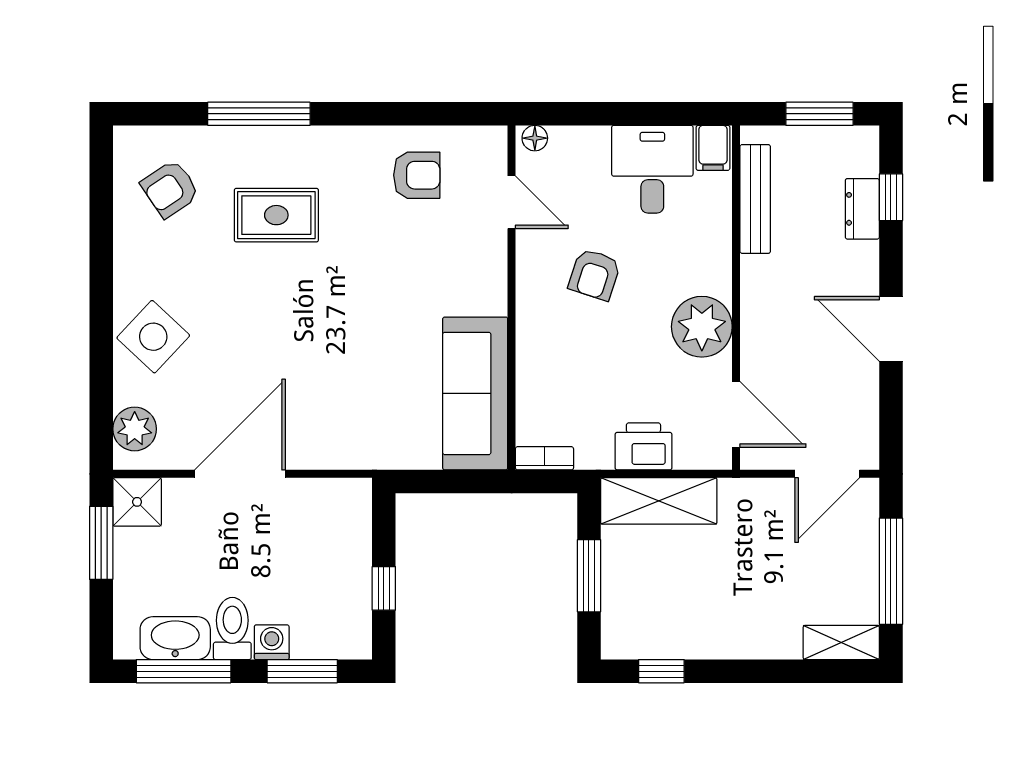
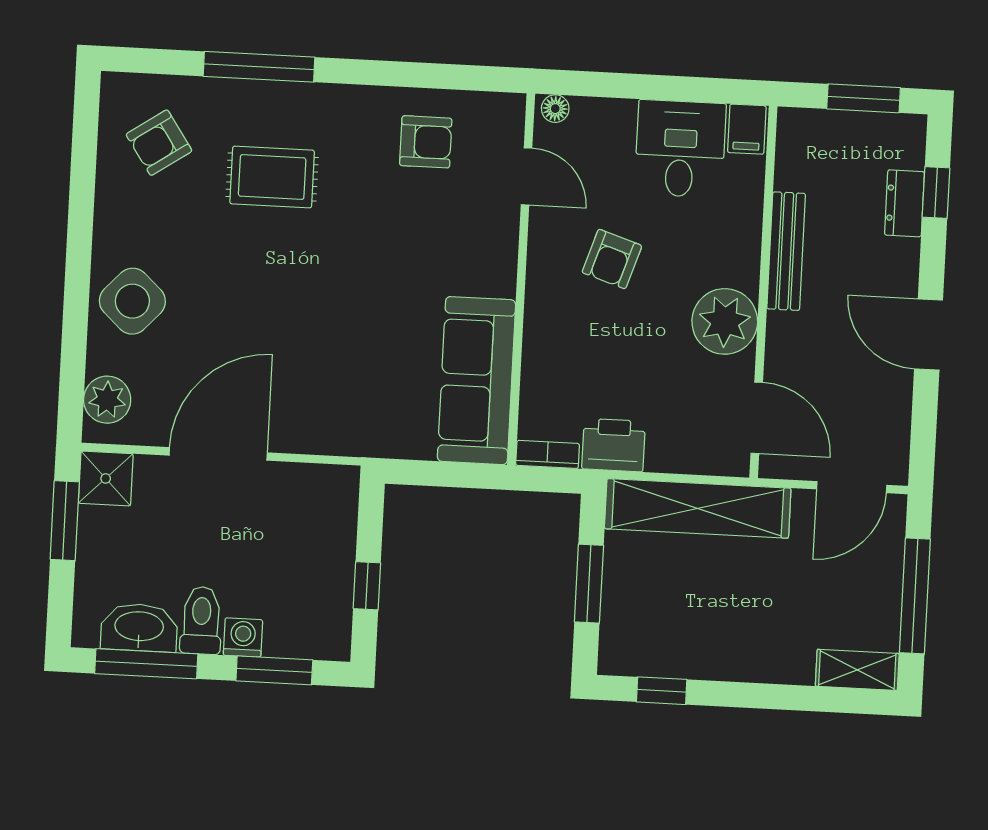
bench: (755, 199) -> (786, 251), moved
printer: (643, 446) -> (614, 445), moved
shelving: (659, 501) -> (698, 508), width x1.47

